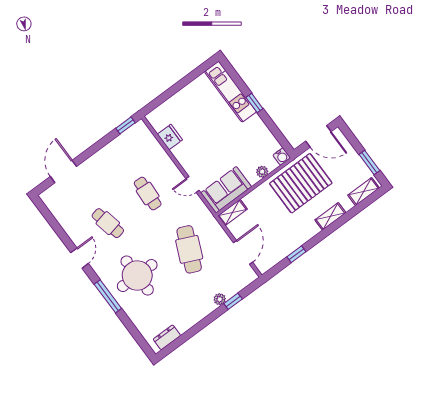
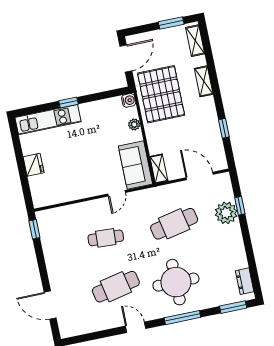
fridge: (170, 137) -> (34, 165), moved, turned 90
cafe table: (108, 223) -> (116, 287), width x1.37, depth x1.35
cafe table: (189, 249) -> (174, 224), turned -36
plant: (220, 299) -> (226, 213), width x1.88, depth x1.88
window: (139, 338) -> (233, 307), added

